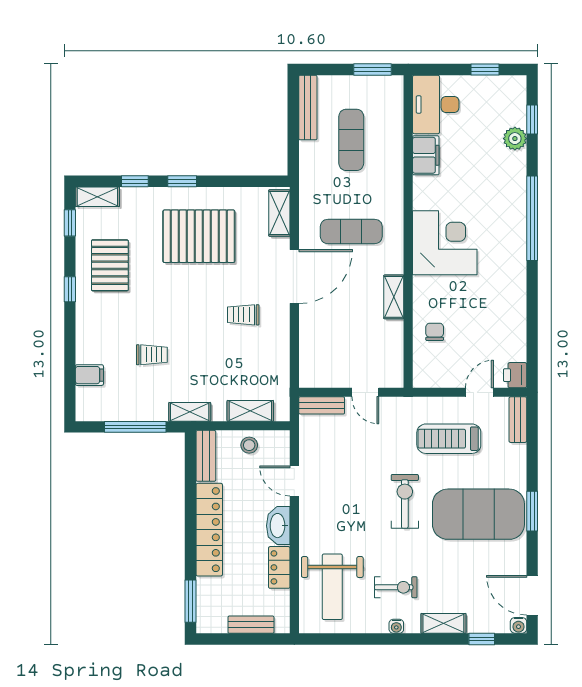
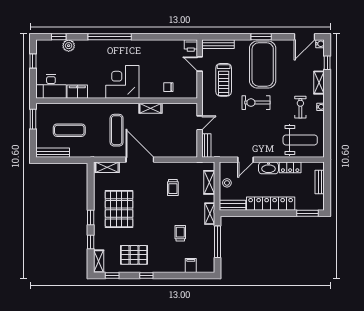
trolley: (243, 315) -> (173, 187), moved
bench: (518, 420) -> (218, 44), width x1.36

